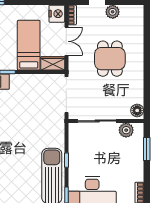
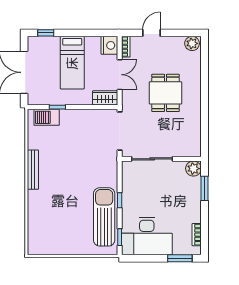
plant: (113, 12) -> (192, 43), moved
bed: (29, 45) -> (72, 63), moved, turned 180
floor lamp: (137, 110) -> (194, 148), removed
plant: (126, 130) -> (193, 169), moved

